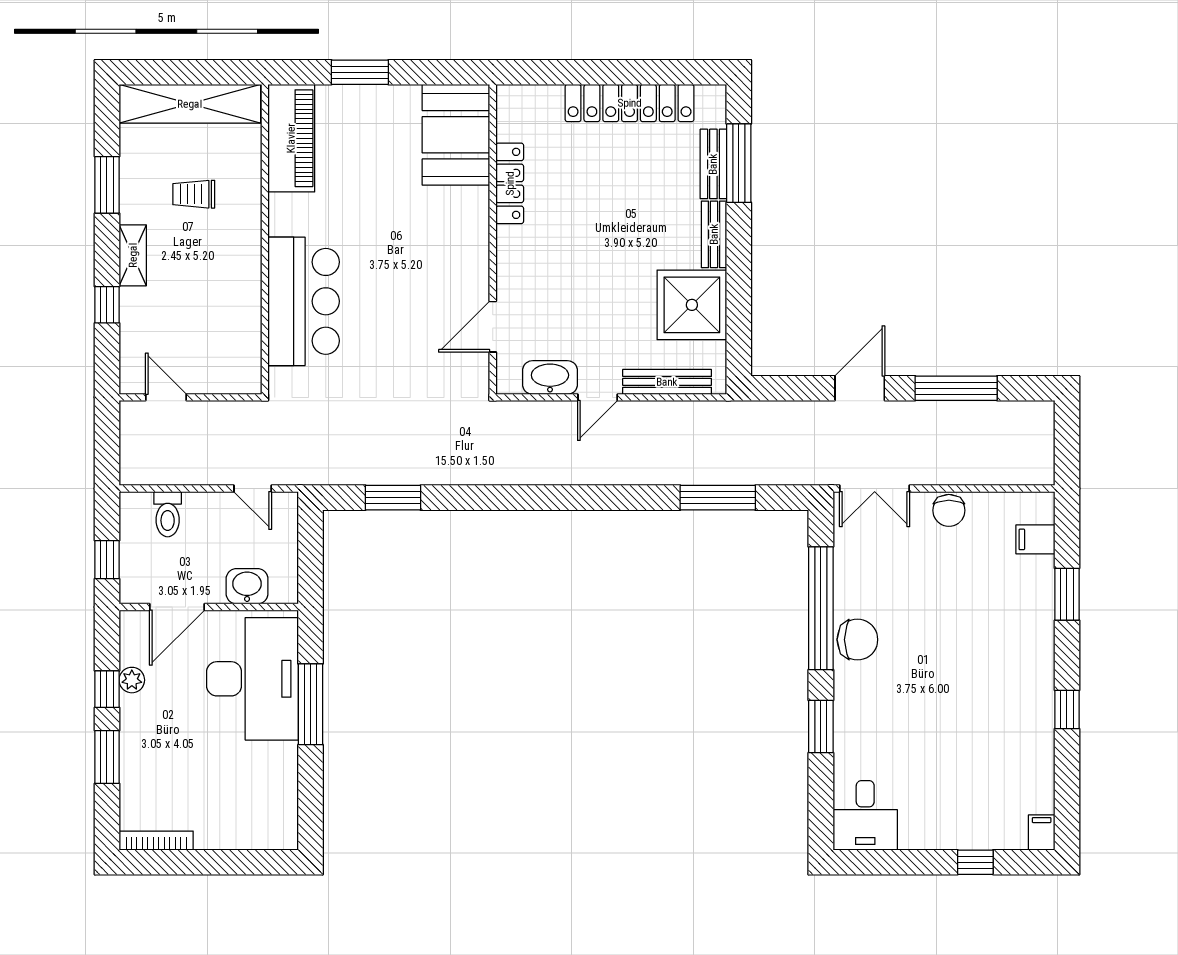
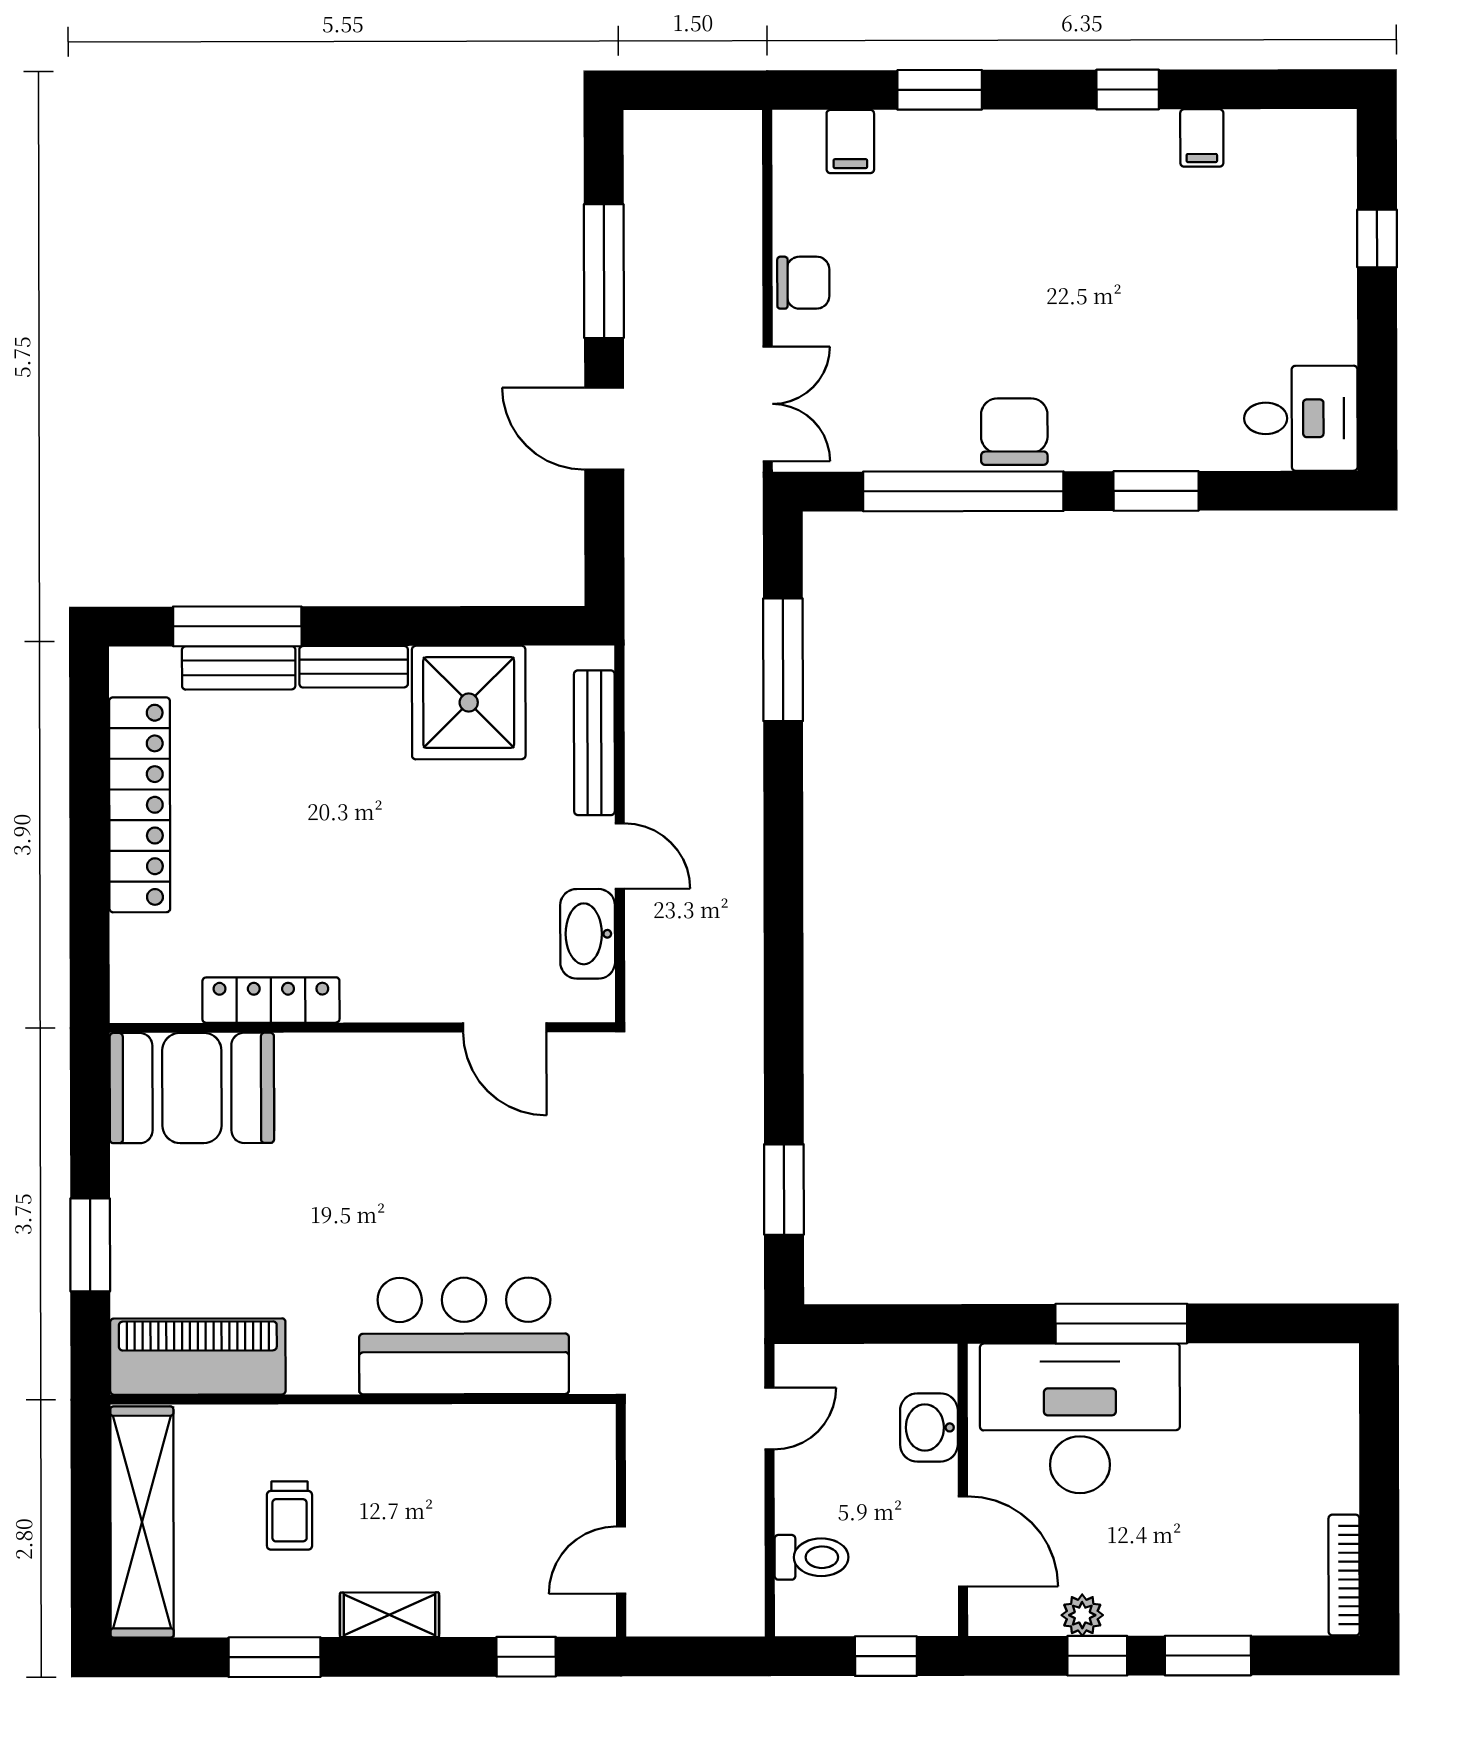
window: (107, 305) -> (526, 1657), moved
filing cabinet: (1042, 832) -> (1202, 138), moved, turned -90

